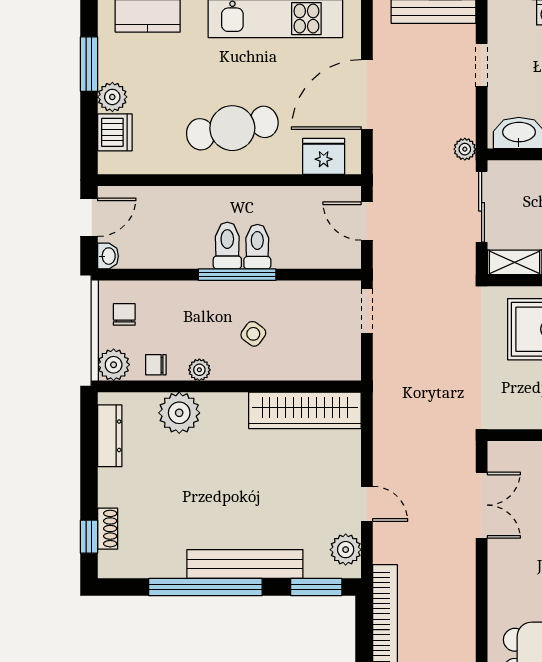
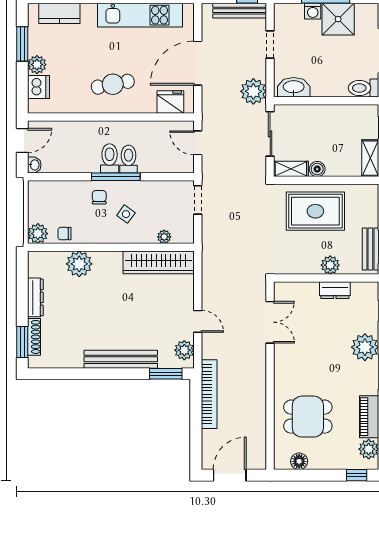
cafe table: (232, 128) -> (113, 84), width x0.73, depth x0.74
plant: (465, 149) -> (253, 91), width x1.87, depth x1.87
chair: (124, 314) -> (99, 197), moved
plant: (199, 370) -> (164, 237), moved
dresser: (110, 436) -> (35, 297), moved
shoe rack: (108, 529) -> (34, 337), width x1.43
window: (89, 537) -> (22, 342), width x1.50
window: (205, 587) -> (96, 374), removed

